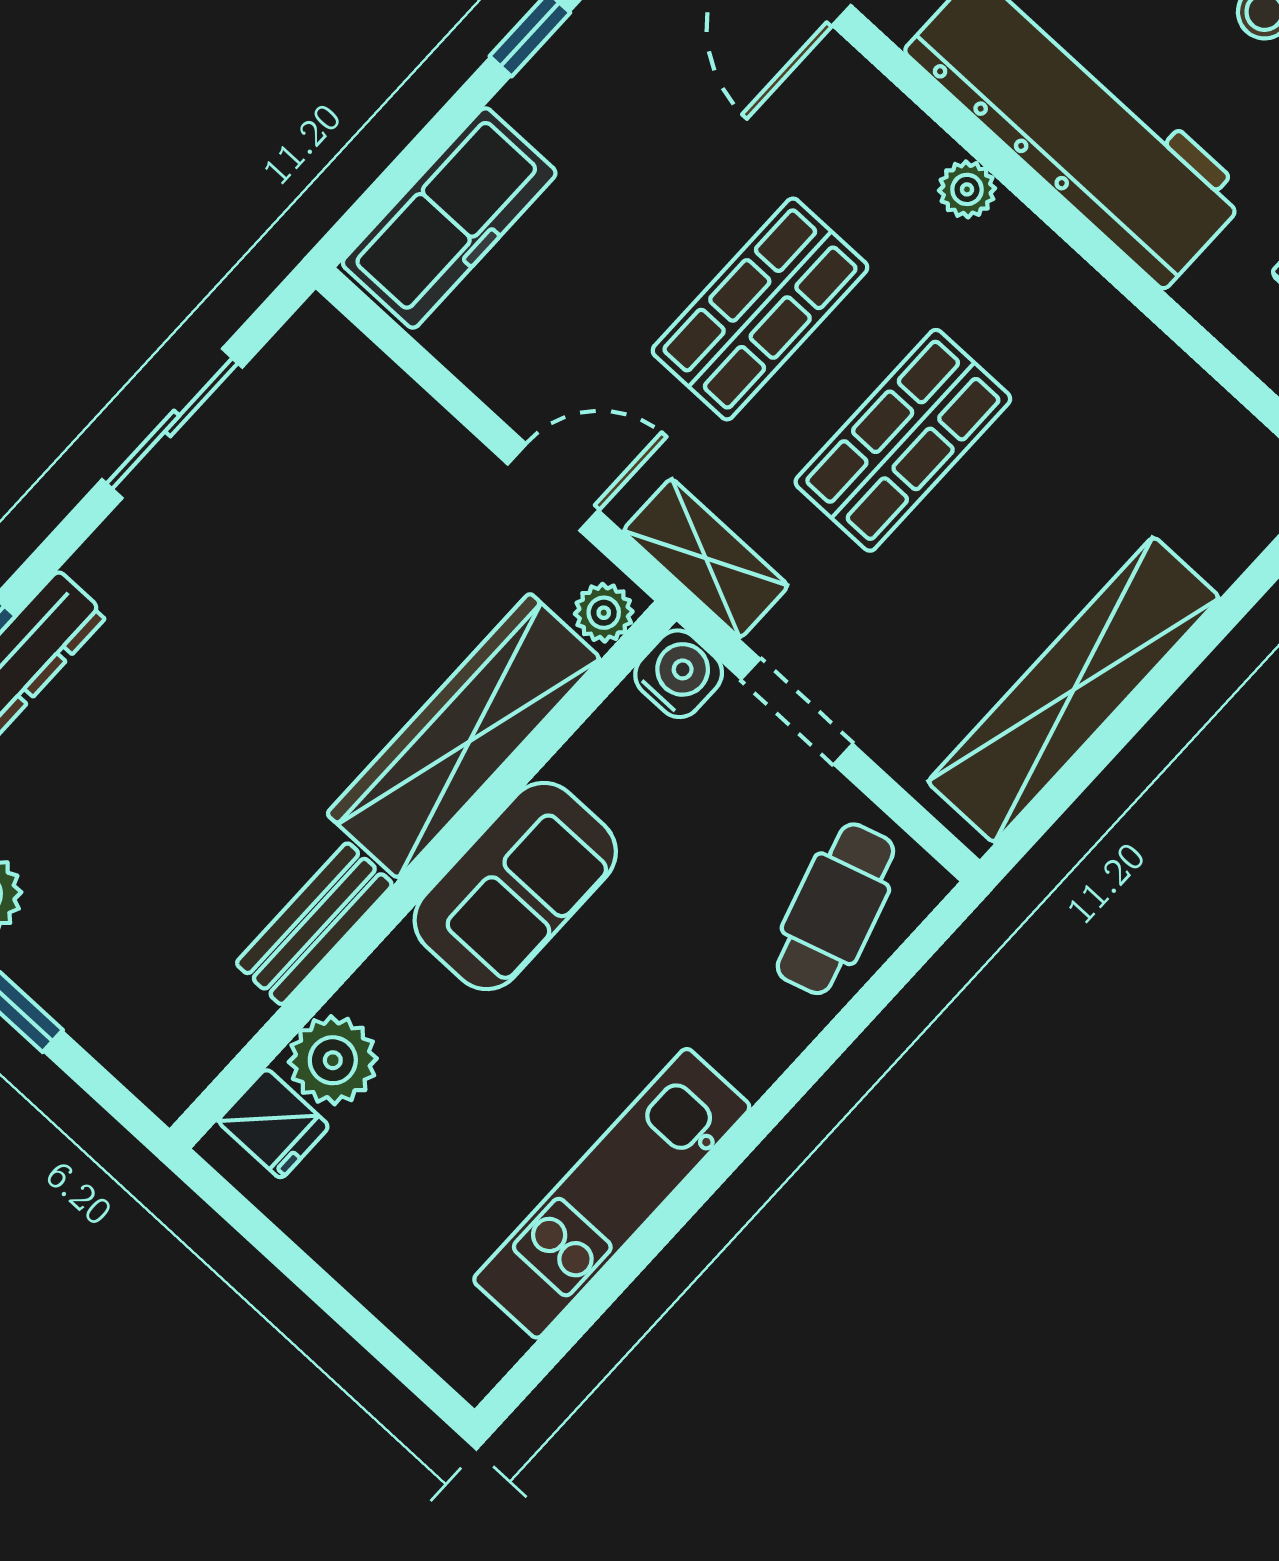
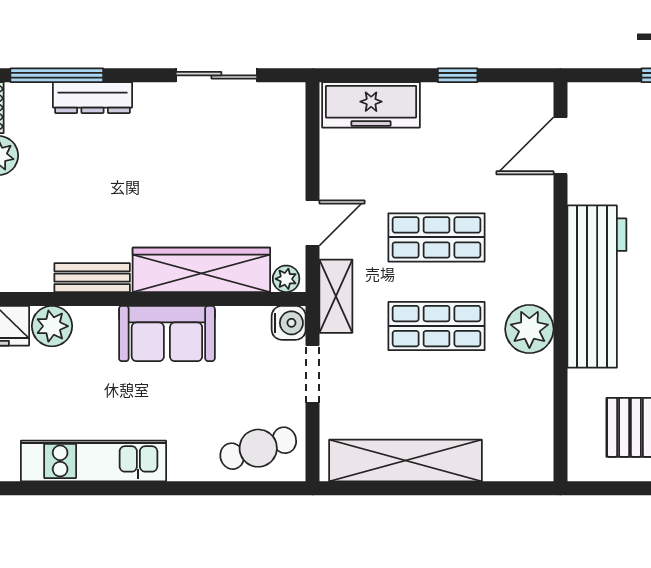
plant: (967, 189) -> (529, 329), moved, width x1.88, depth x1.88
door: (553, 487) -> (313, 223), hinge flipped

